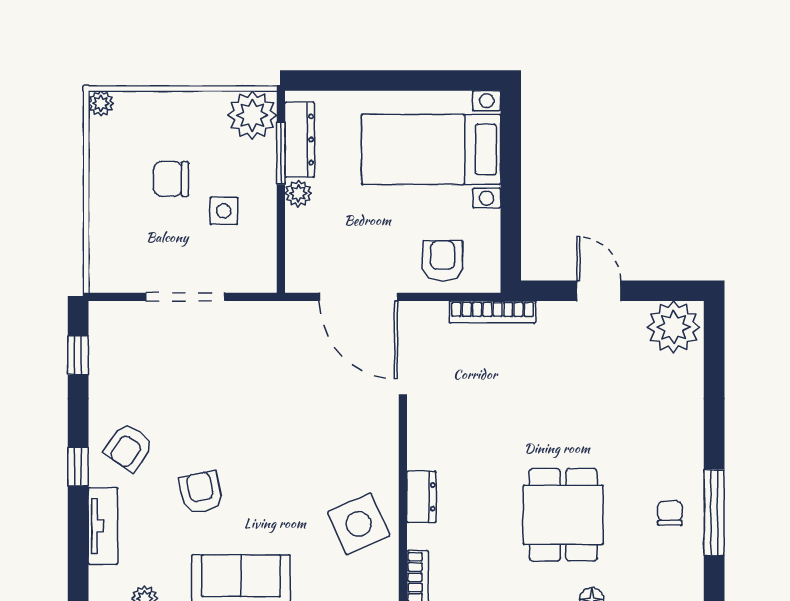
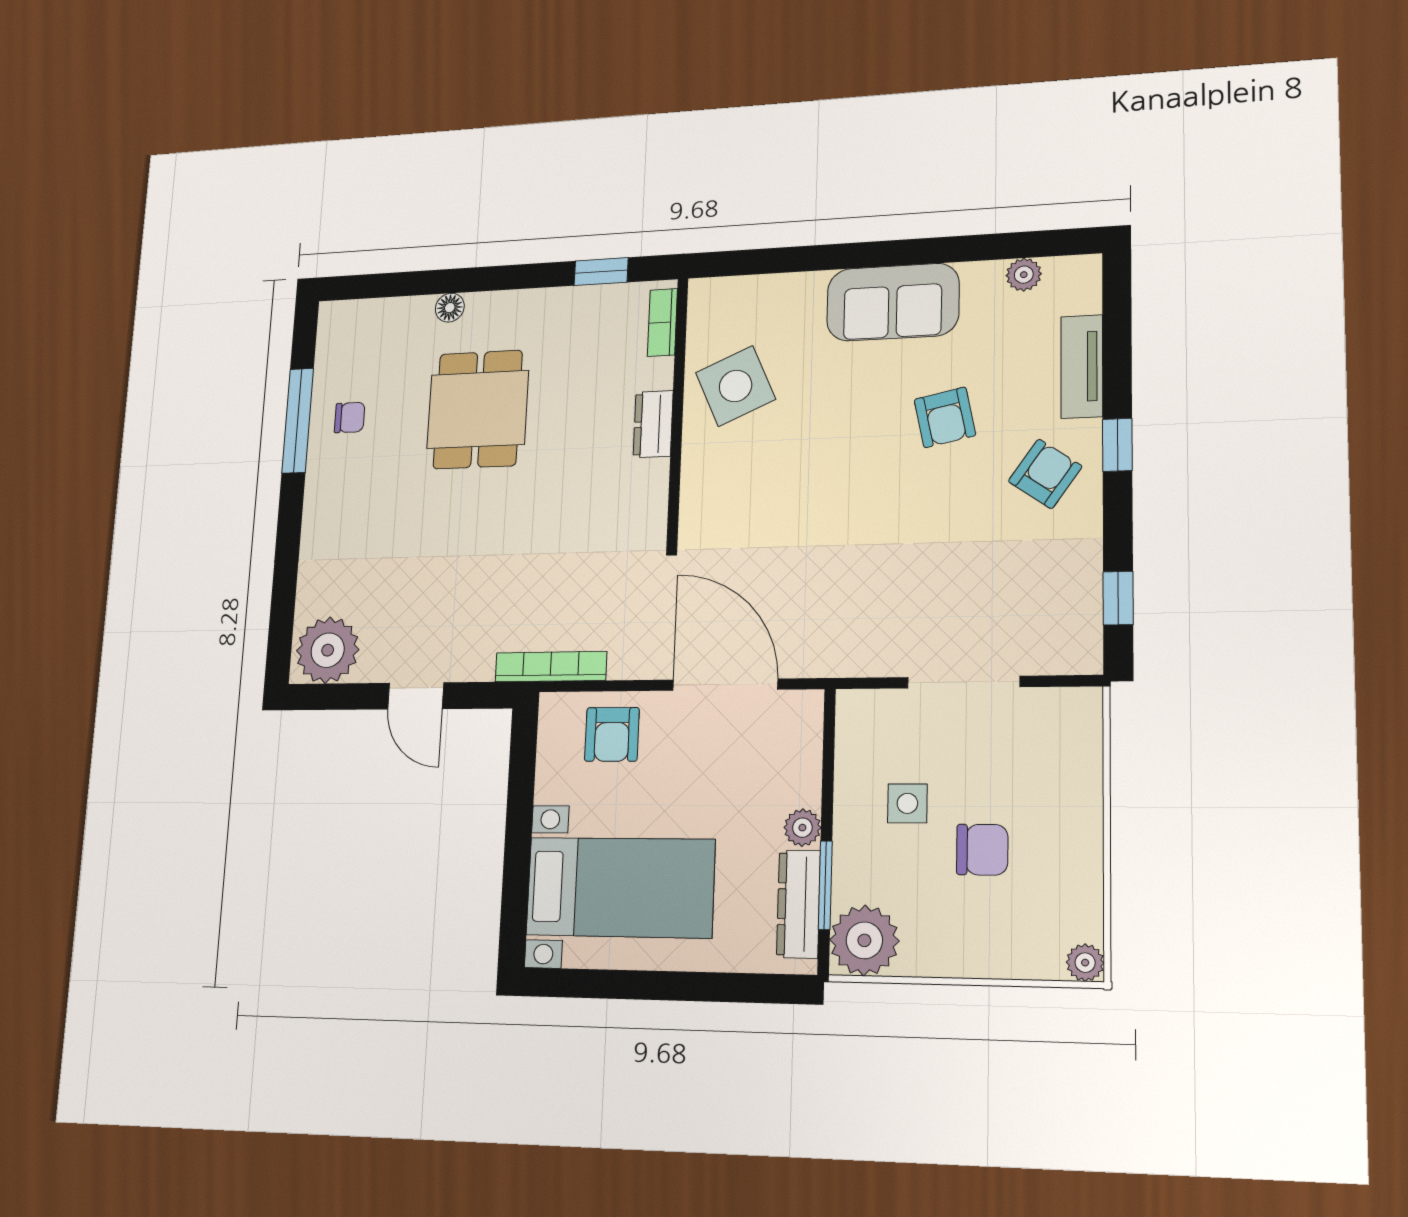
chair: (670, 513) -> (350, 417), turned -90

